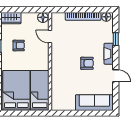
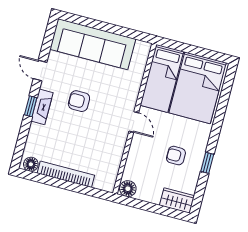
door: (50, 37) -> (134, 122), moved
window: (116, 39) -> (31, 106), moved
sofa: (94, 103) -> (93, 44), width x1.36, depth x1.27

